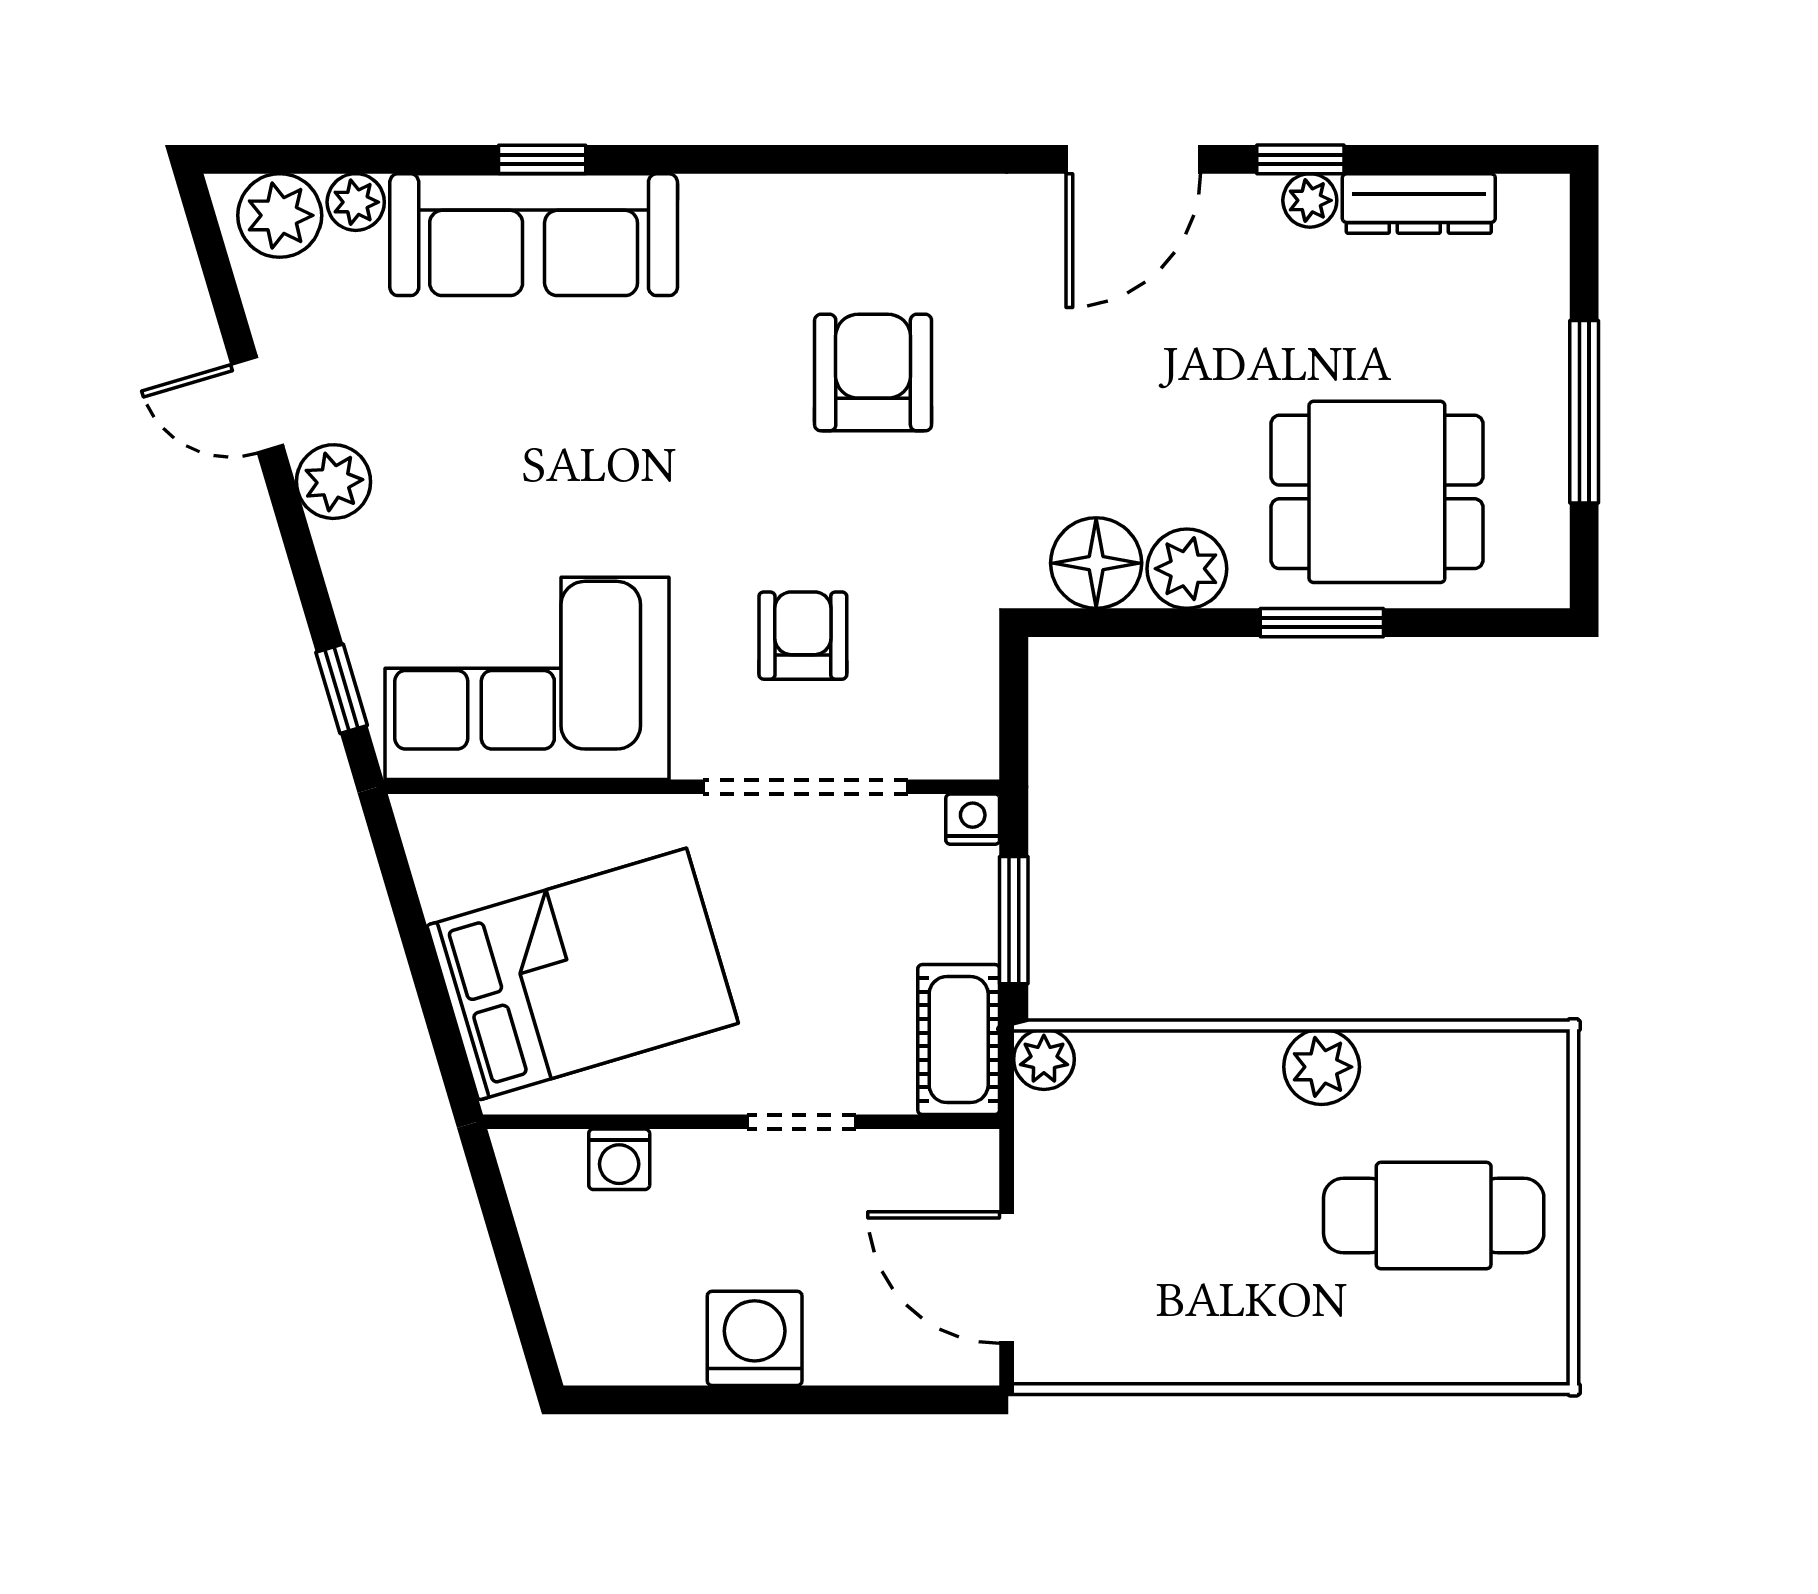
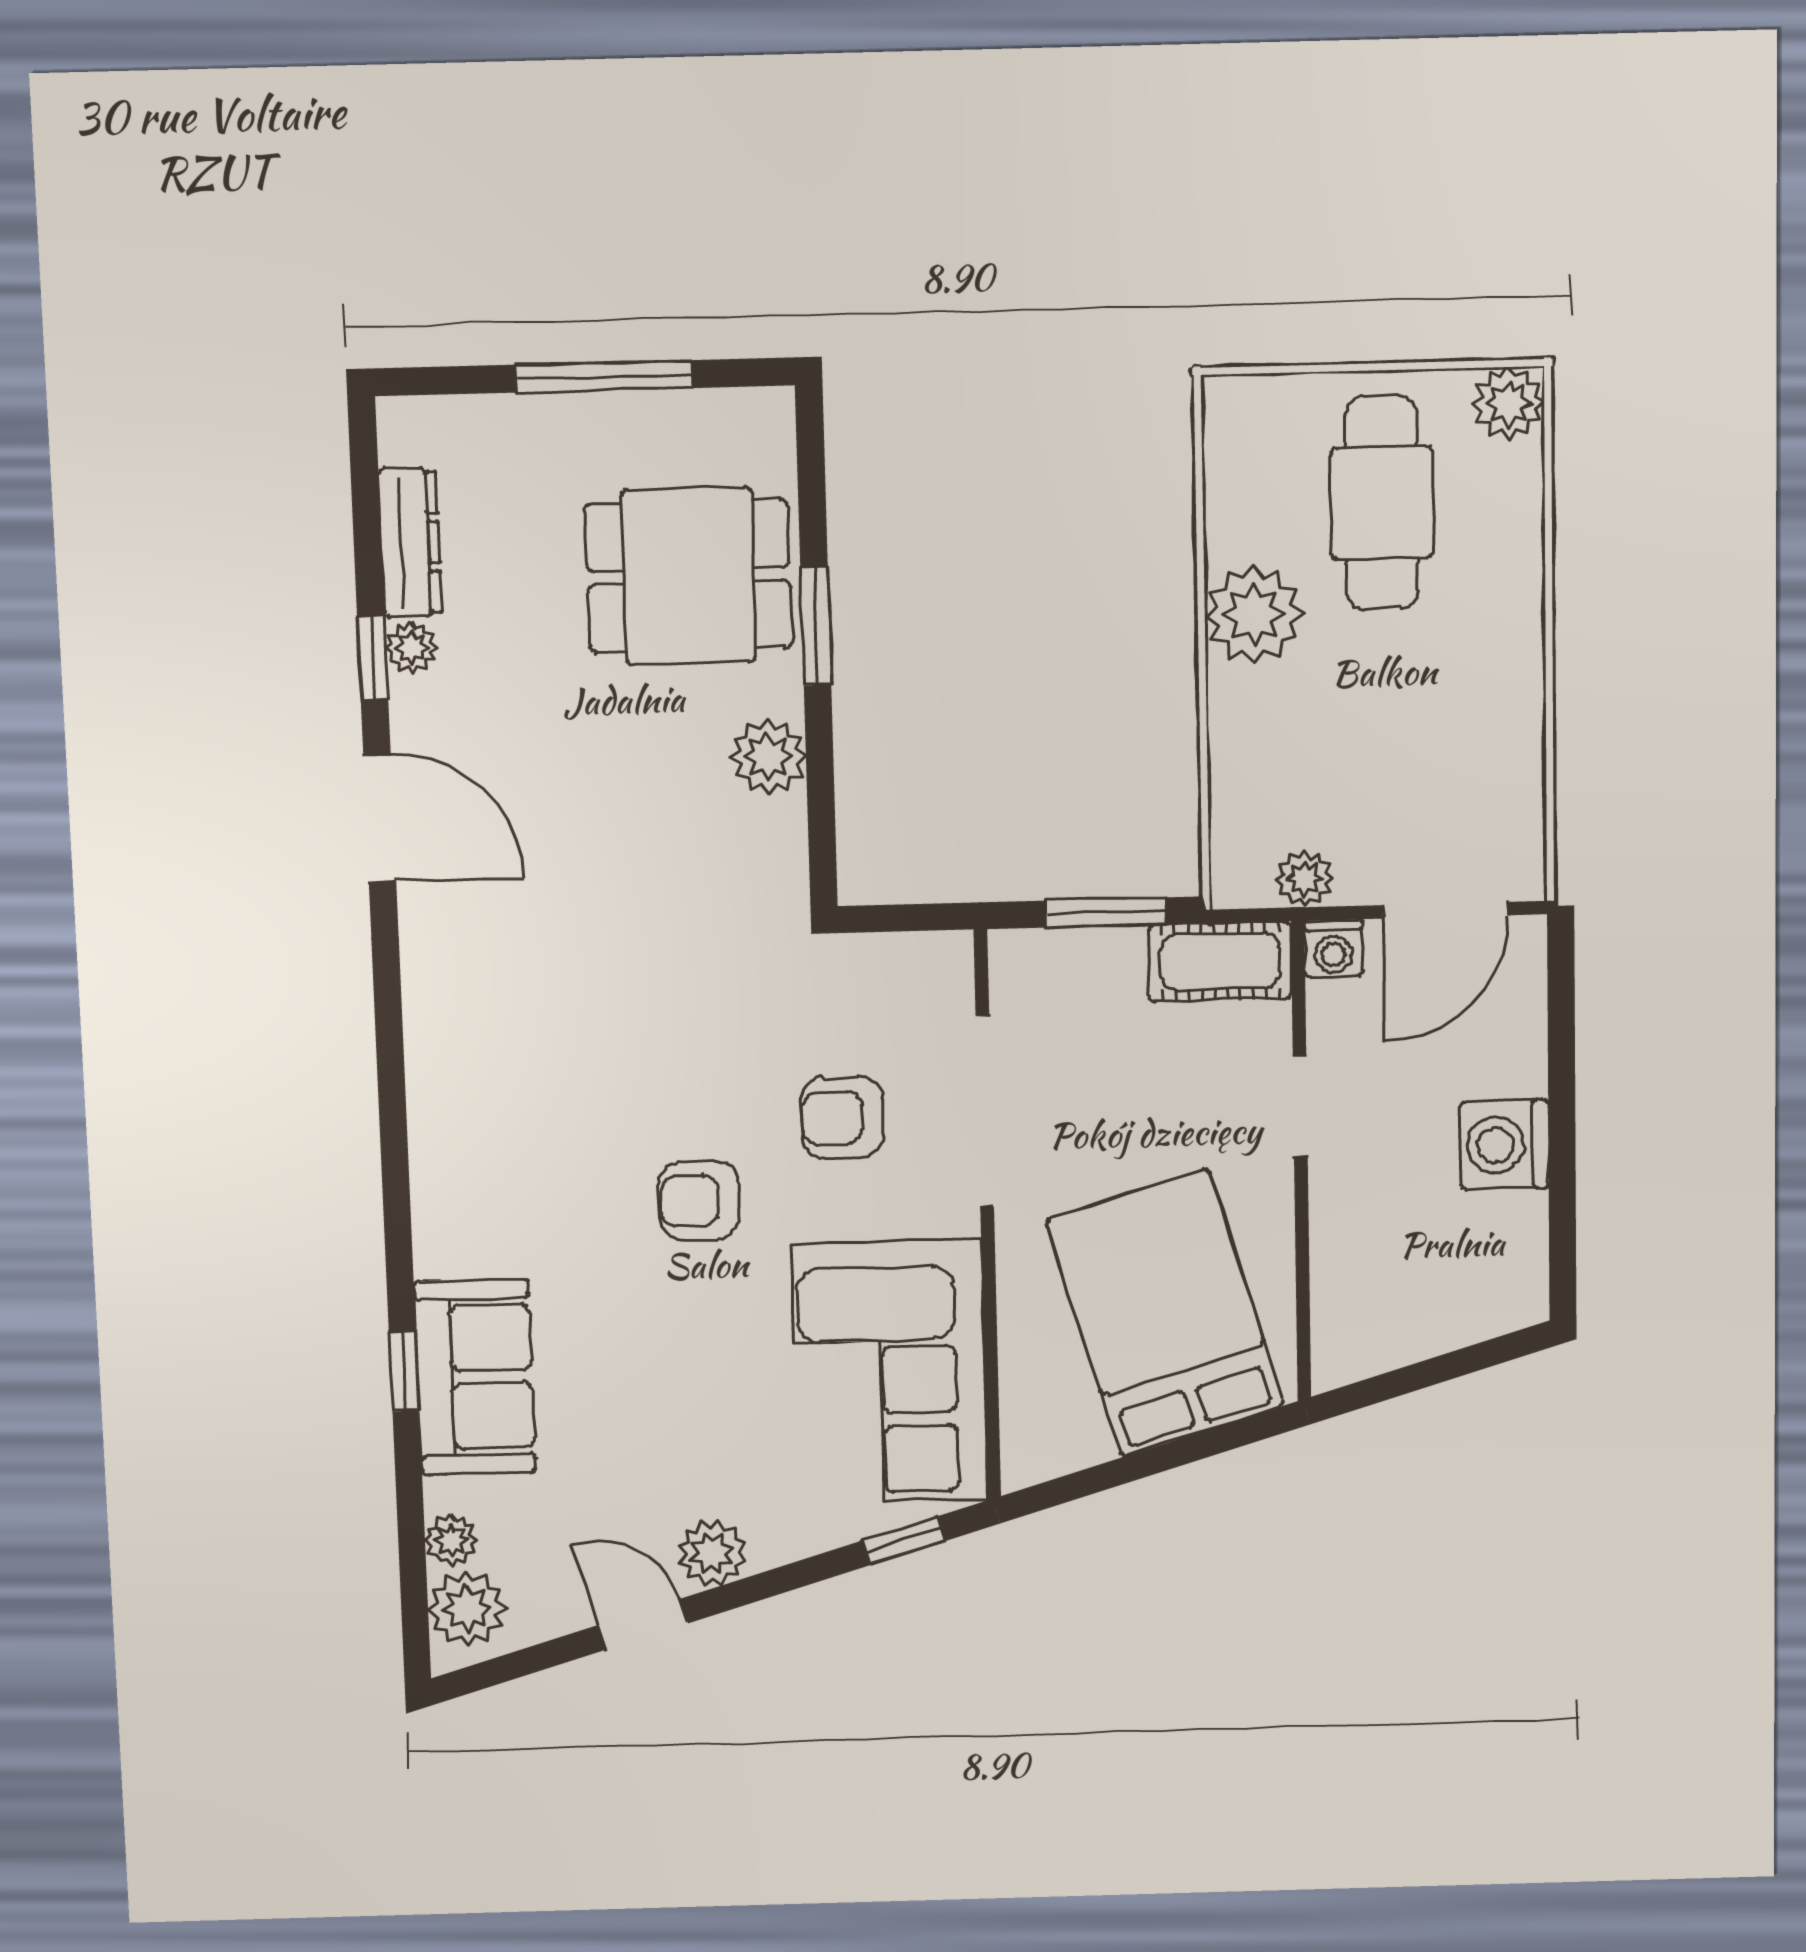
sofa: (534, 235) -> (475, 1377), width x0.73
armchair: (873, 373) -> (699, 1201), moved, width x0.72, depth x0.72
door: (257, 405) -> (643, 1624), swing flipped
dining table: (1377, 492) -> (689, 576), turned 90
floor lamp: (1096, 563) -> (765, 843), removed
nightstand: (973, 819) -> (1012, 954), removed
plant: (1044, 1059) -> (1305, 879), moved
plant: (1322, 1067) -> (1254, 615), width x1.36, depth x1.36
washing machine: (619, 1159) -> (1333, 949), moved, turned 90
plant: (1533, 1348) -> (1509, 403), added

